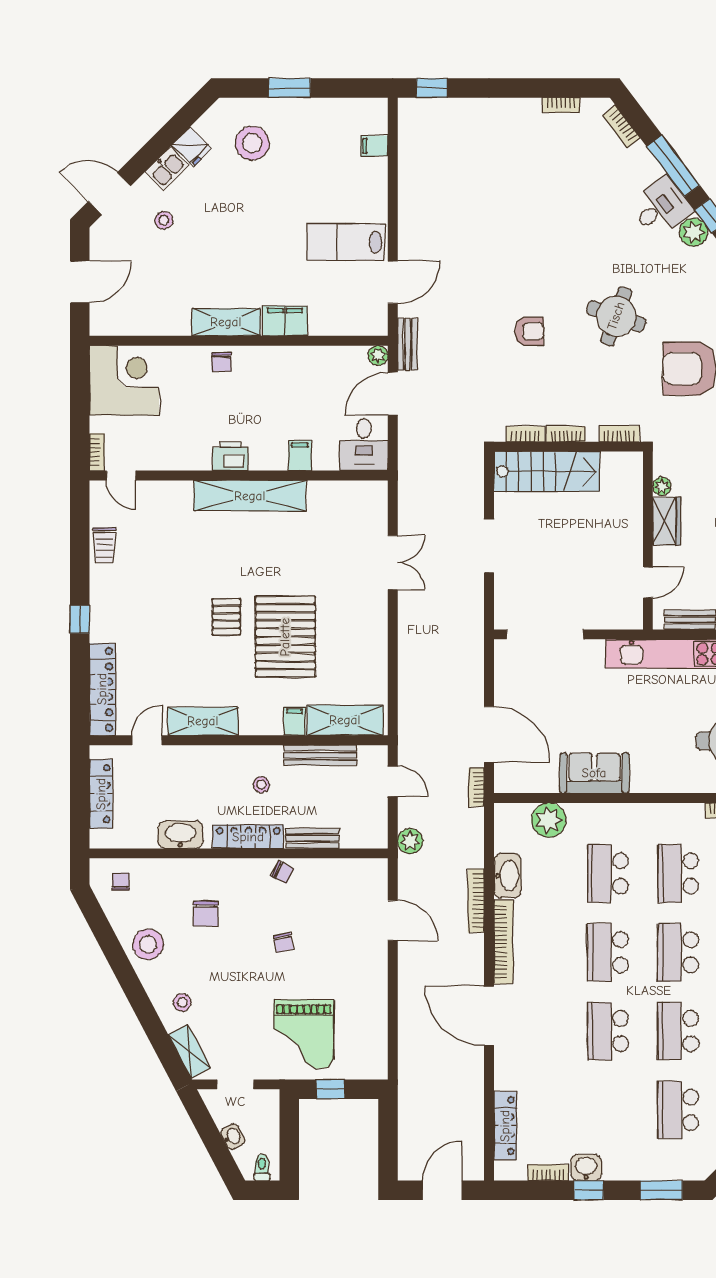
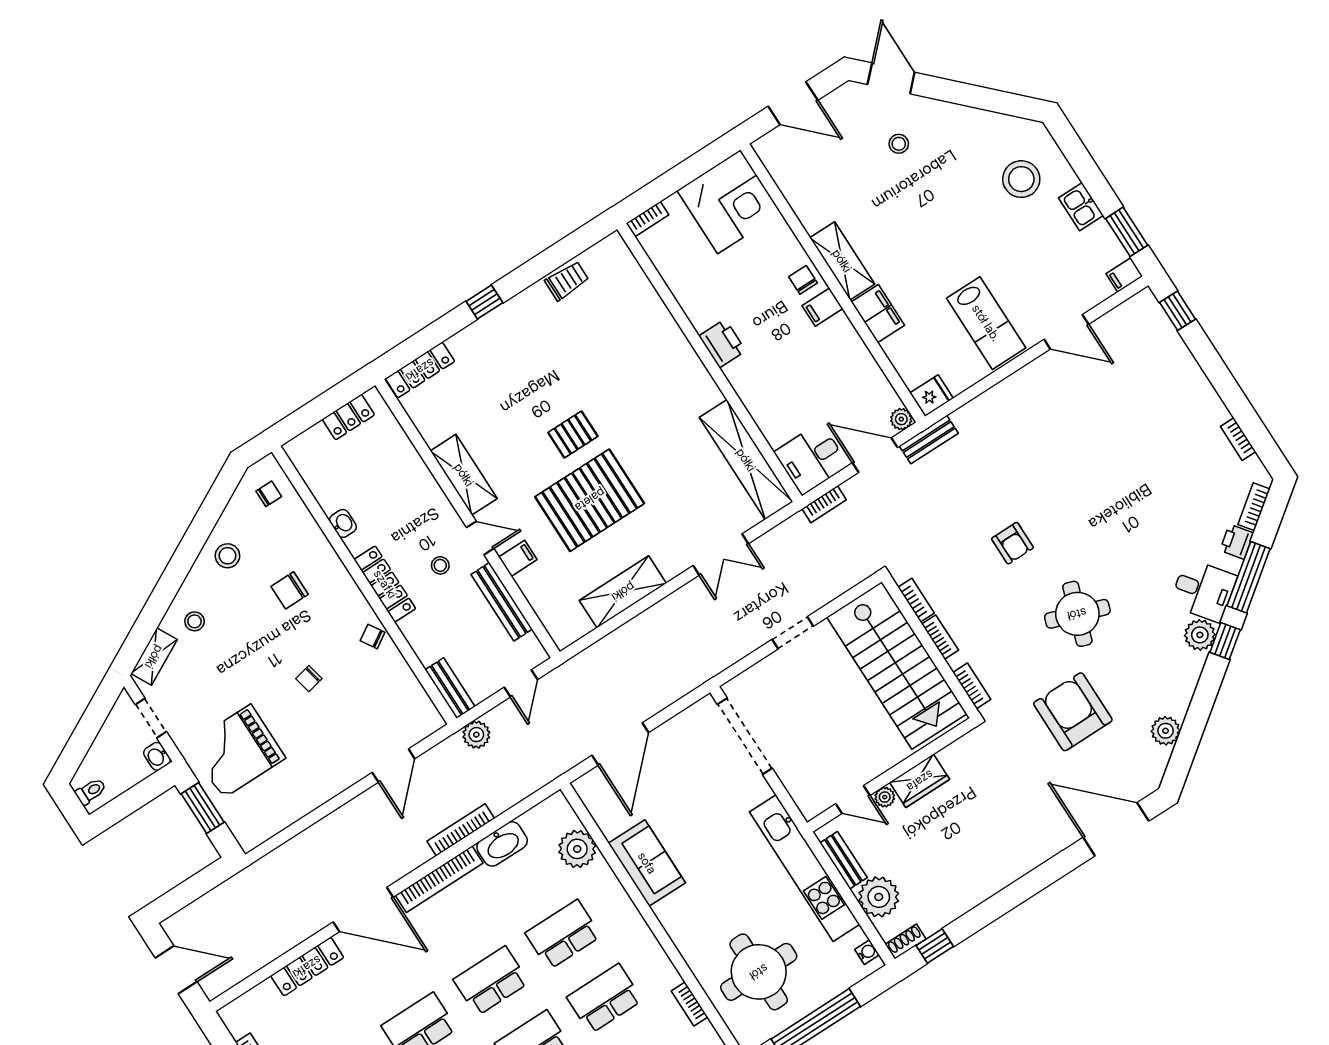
window: (290, 88) -> (1127, 232), moved
filing cabinet: (374, 146) -> (1124, 275), moved, turned -90
fridge: (192, 147) -> (932, 396), moved, turned -135
printer: (640, 157) -> (1237, 542), added
kitchen sink: (167, 168) -> (1081, 207), moved, turned 45
lab bench: (346, 242) -> (986, 323), turned 180
door: (393, 282) -> (1066, 332), moved
chair: (221, 362) -> (803, 280), turned 90
filing cabinet: (300, 456) -> (822, 307), moved, turned 180
stairs: (547, 471) -> (897, 665), width x1.36, depth x1.51
door: (121, 475) -> (640, 255), removed
plant: (662, 486) -> (885, 797), moved
shelving: (250, 496) -> (746, 460), moved
trolley: (104, 545) -> (567, 281), turned 180
doorway: (489, 546) -> (793, 633), width x0.73
locker: (102, 689) -> (420, 370), width x0.71, depth x0.83
shelving: (345, 720) -> (623, 592), moved, turned 90
door: (147, 740) -> (480, 538), moved
bookcase: (476, 787) -> (824, 504), moved, turned 180
locker: (101, 794) -> (348, 417), width x0.66
washbasin: (181, 835) -> (343, 523), width x0.52, depth x0.69
bench: (313, 838) -> (450, 688), moved
chair: (283, 872) -> (373, 637), turned 121
stool: (148, 944) -> (227, 556), width x0.73, depth x0.73
door: (489, 1016) -> (363, 910), swing flipped
window: (331, 1089) -> (203, 808), width x1.50
locker: (505, 1126) -> (307, 967), moved
washbasin: (233, 1137) -> (157, 756), moved, turned 118

